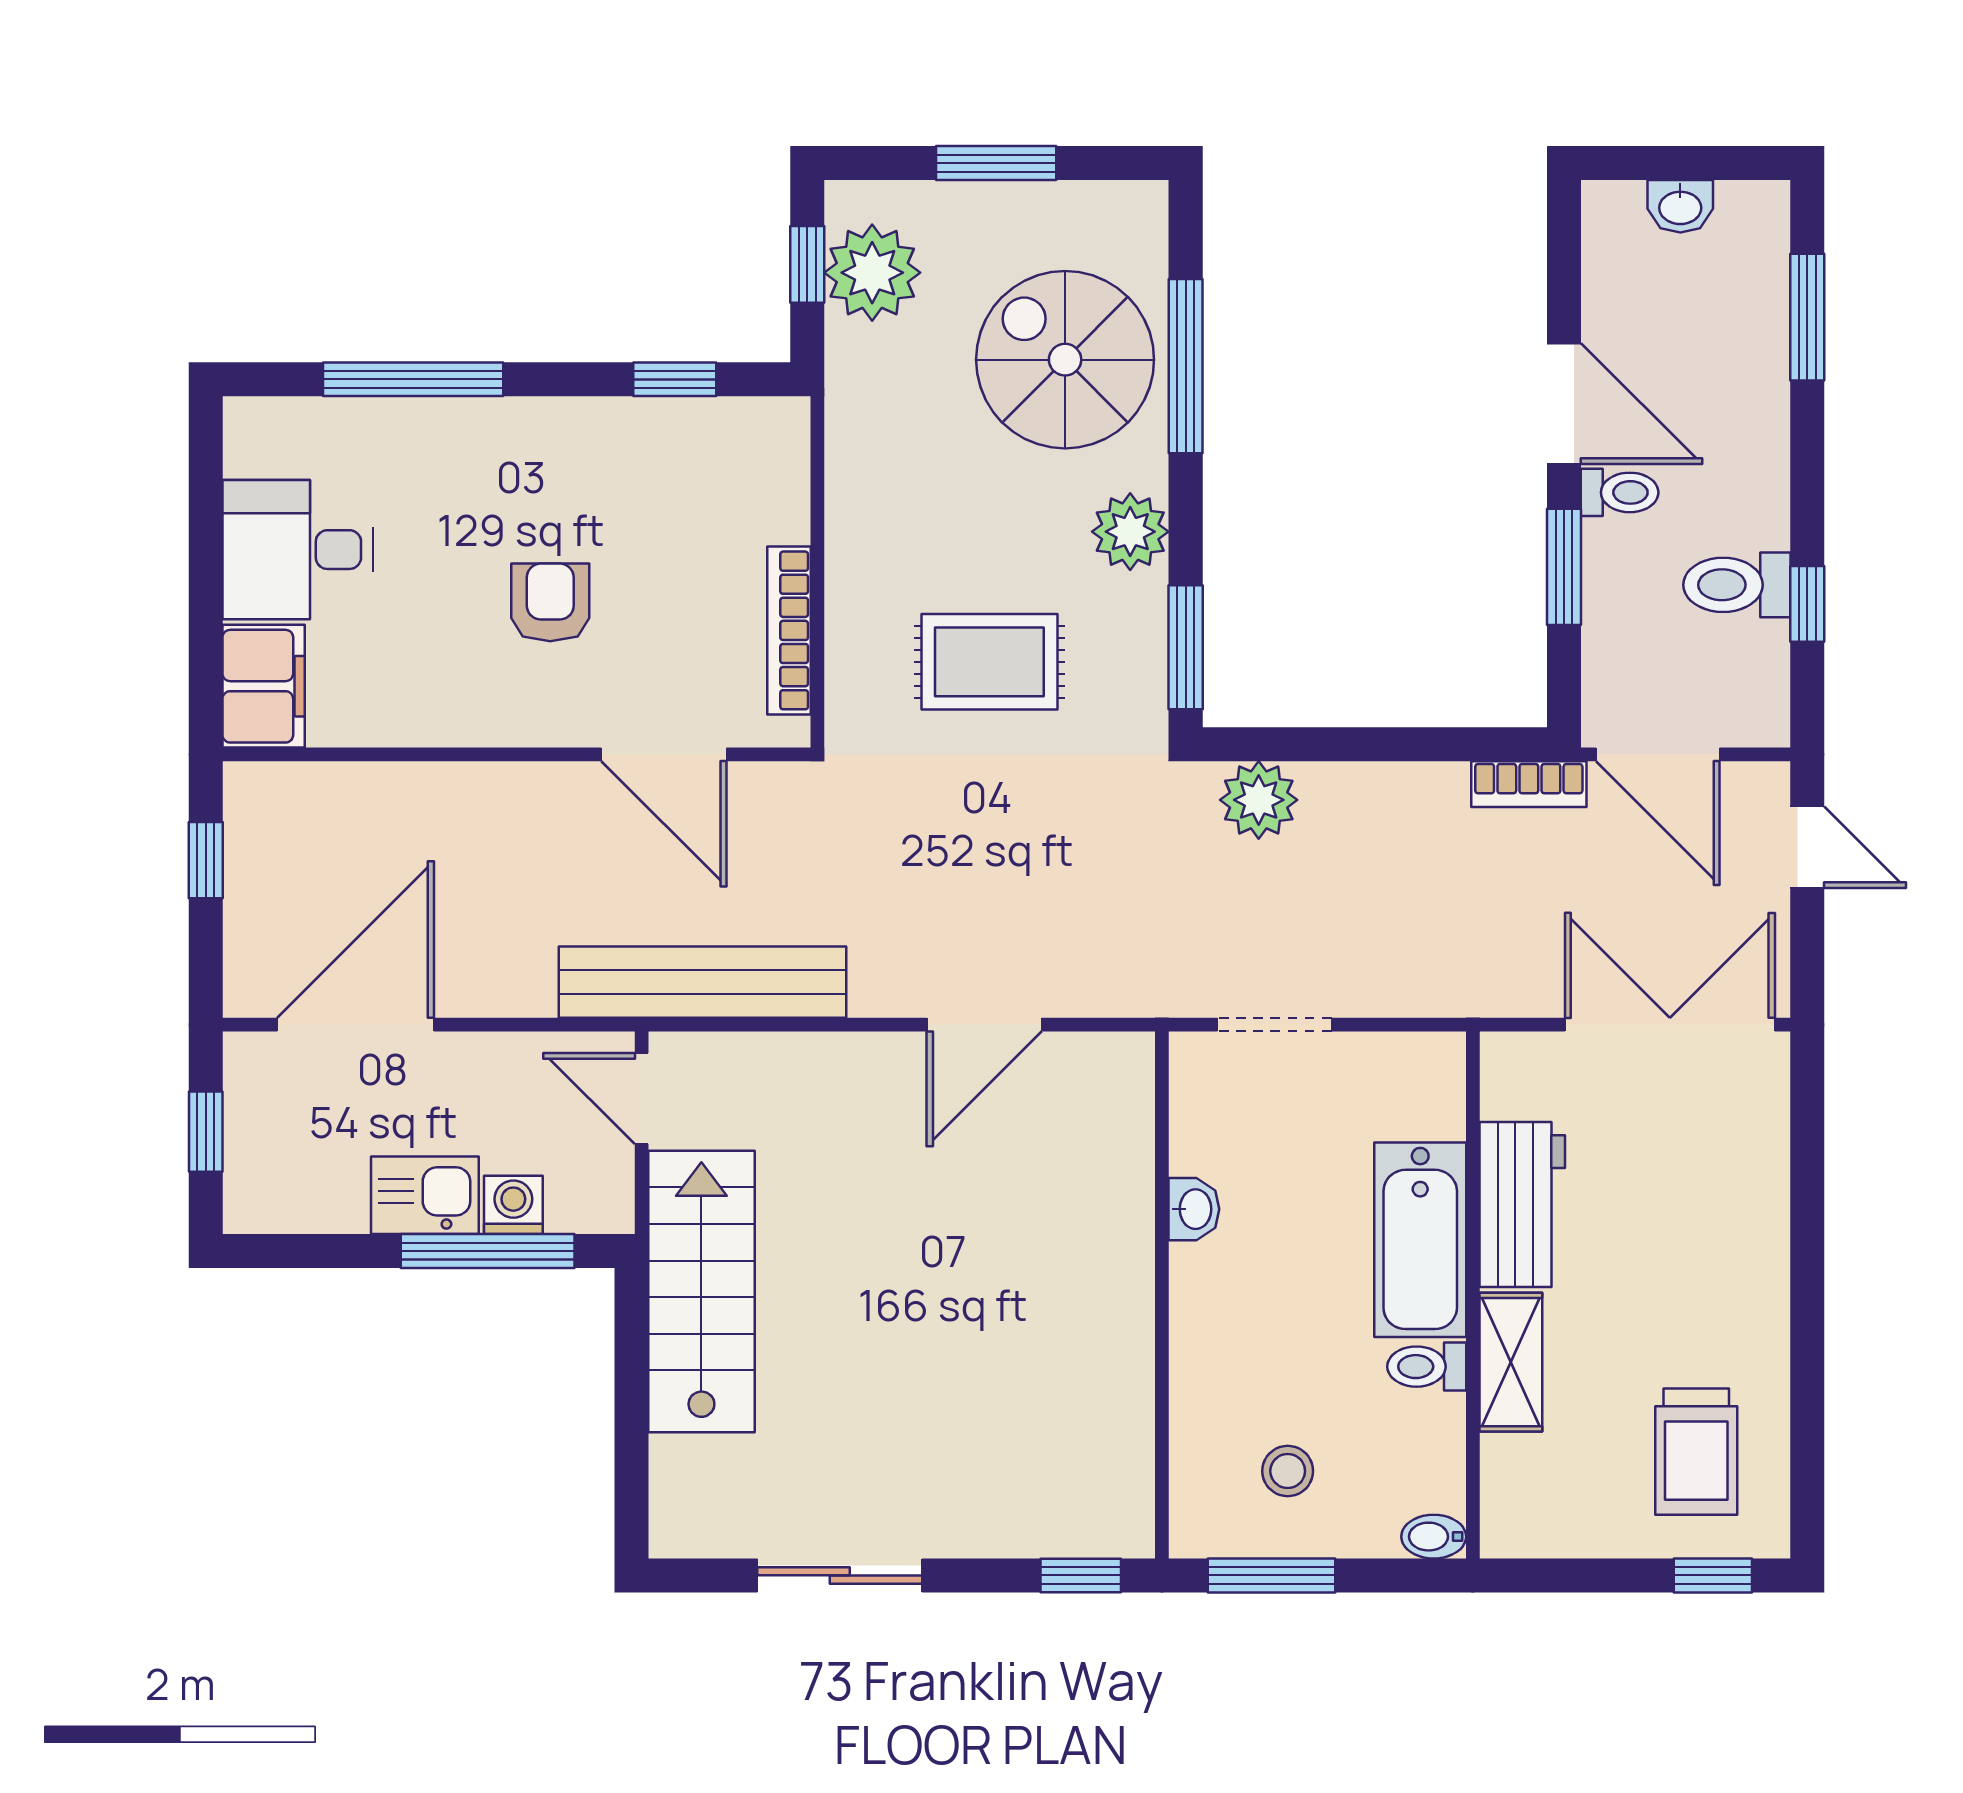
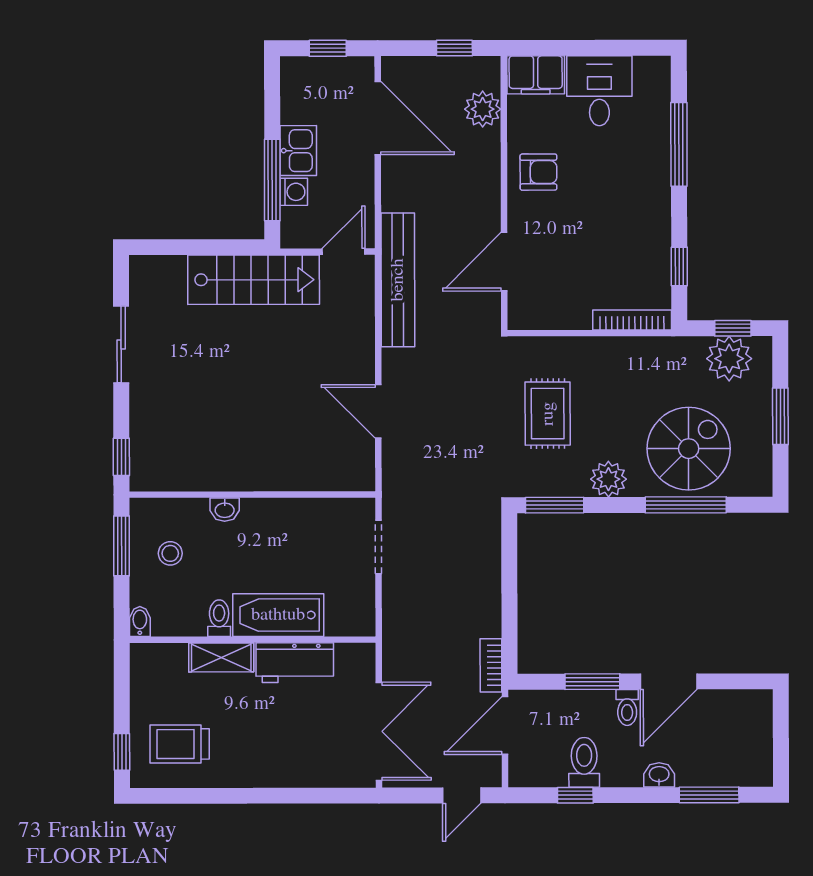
washbasin: (1680, 206) -> (659, 775), moved, turned 90
armchair: (550, 602) -> (538, 172), moved
bookcase: (789, 630) -> (632, 320), moved
plant: (1259, 800) -> (483, 109), moved
washbasin: (1194, 1209) -> (225, 510), moved

